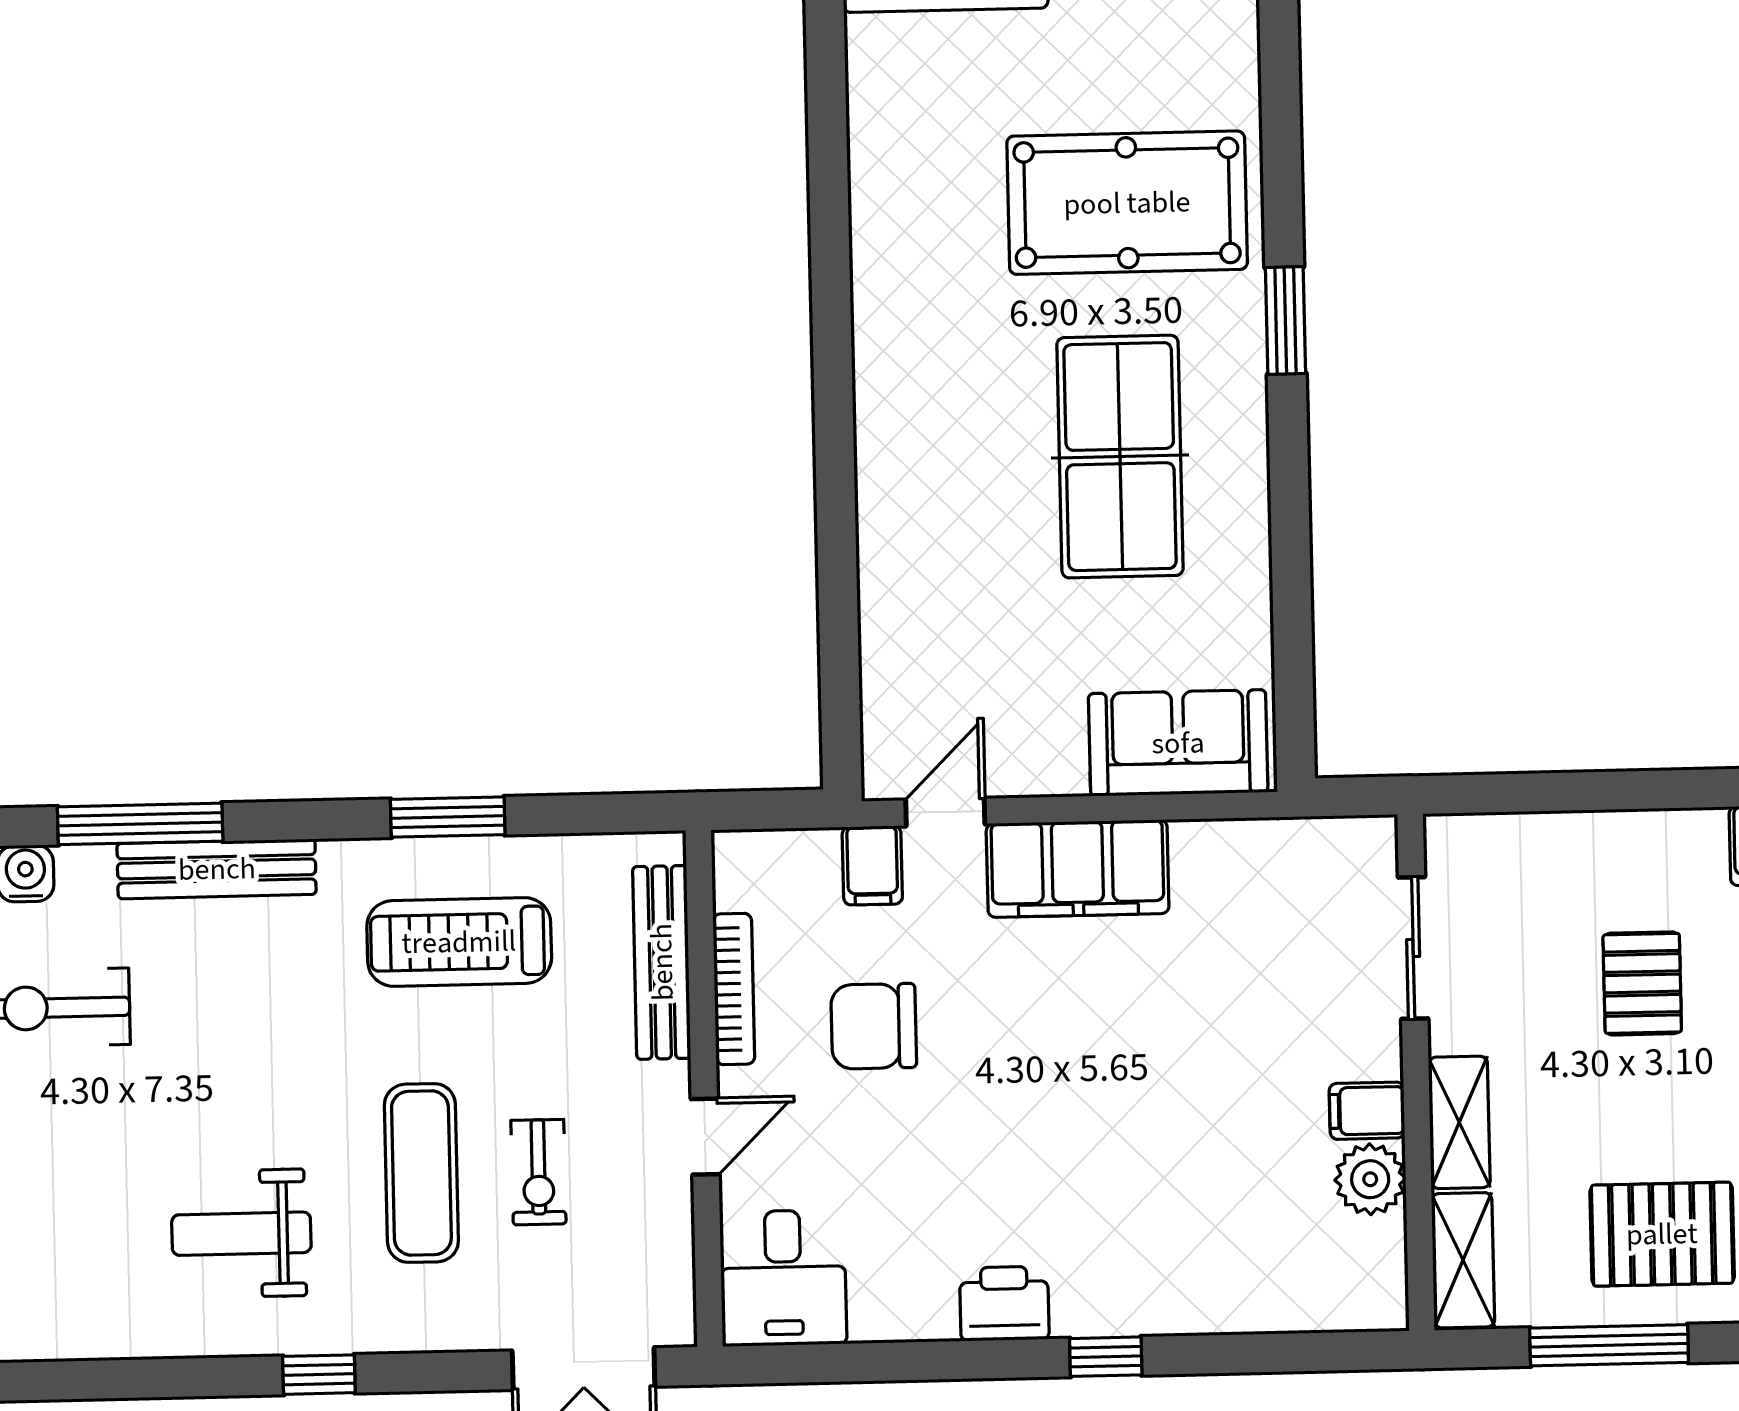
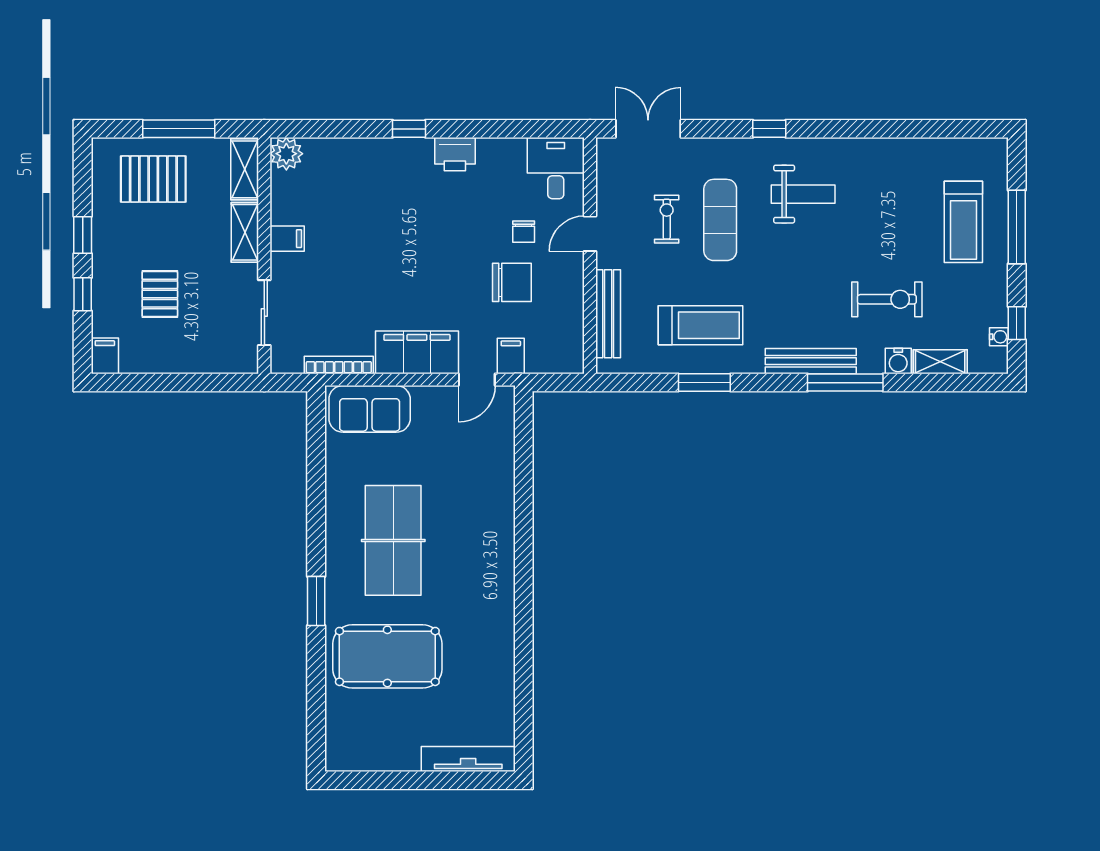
bookcase: (734, 989) -> (339, 365), moved, turned 90
chair: (850, 1138) -> (524, 232), added
plant: (1370, 1179) -> (286, 154), moved

